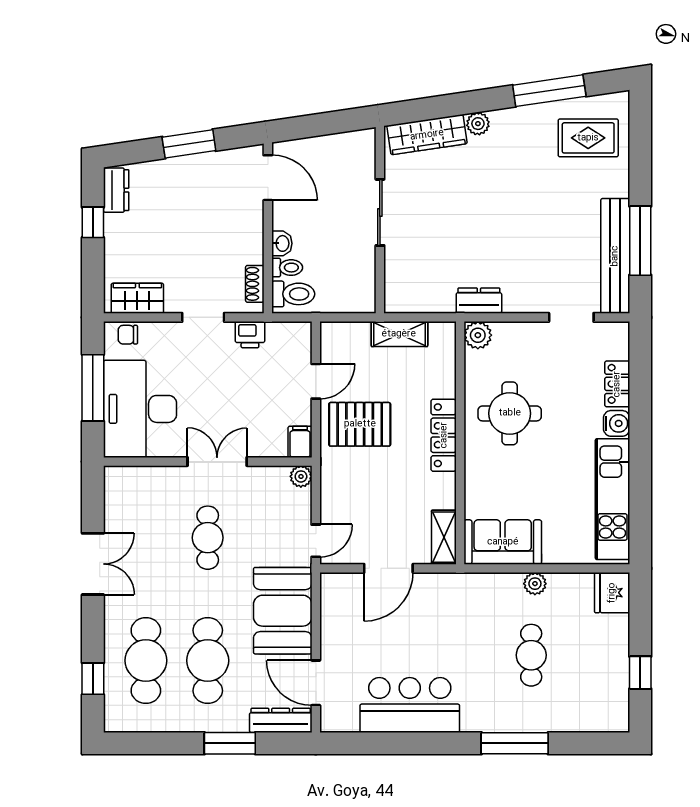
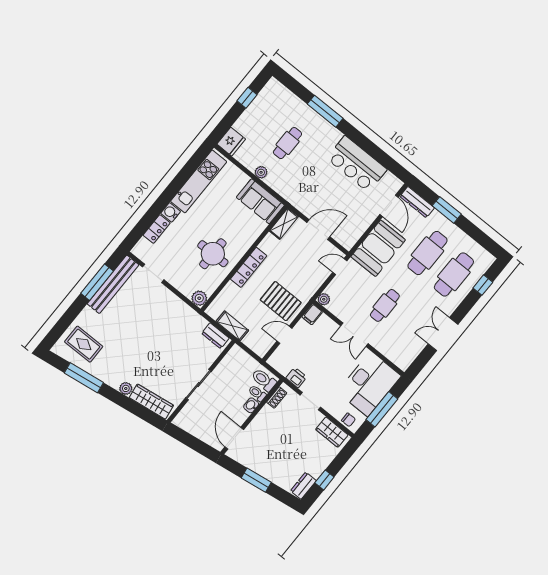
dresser: (479, 301) -> (215, 336), moved

